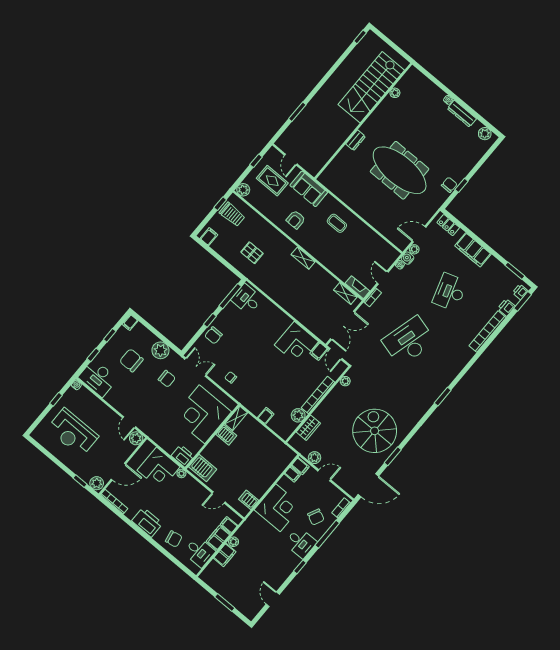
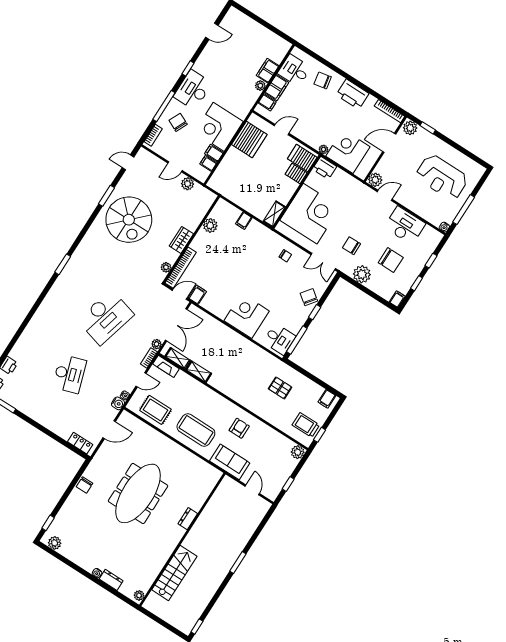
stairs: (371, 87) -> (174, 573), width x0.73, depth x0.66
plant: (395, 93) -> (139, 595), moved
window: (297, 112) -> (238, 563), moved
dresser: (462, 114) -> (111, 580), moved, width x0.70
meeting table: (400, 170) -> (138, 493), turned 90
rug: (272, 181) -> (155, 410), moved
window: (462, 185) -> (48, 523), moved
coffee table: (337, 223) -> (196, 430), width x1.86, depth x1.72
plant: (414, 249) -> (157, 344), moved
filing cabinet: (473, 250) -> (51, 421), removed
shelving: (303, 258) -> (199, 372), moved
door: (383, 278) -> (141, 380), hinge flipped
double door: (343, 325) -> (176, 325), swing flipped
bookcase: (487, 332) -> (25, 338), removed
chair: (213, 335) -> (309, 297), turned -53
corner desk: (296, 343) -> (247, 316), moved
door: (336, 354) -> (180, 294), hinge flipped
desk: (98, 378) -> (405, 225), moved
bookcase: (318, 395) -> (181, 268), moved
window: (56, 399) -> (464, 210), width x2.17
door: (129, 422) -> (385, 195), hinge flipped
wardrobe: (308, 428) -> (181, 240), moved
reception desk: (73, 433) -> (442, 177), turned 180
server rack: (226, 435) -> (296, 174), moved
filing cabinet: (300, 466) -> (214, 153), moved
door: (368, 485) -> (128, 162), width x0.53
server rack: (249, 500) -> (249, 140), width x2.18, depth x1.44
desk: (301, 543) -> (193, 90), width x1.37
door: (273, 599) -> (212, 31), hinge flipped
window: (225, 602) -> (261, 21), removed

